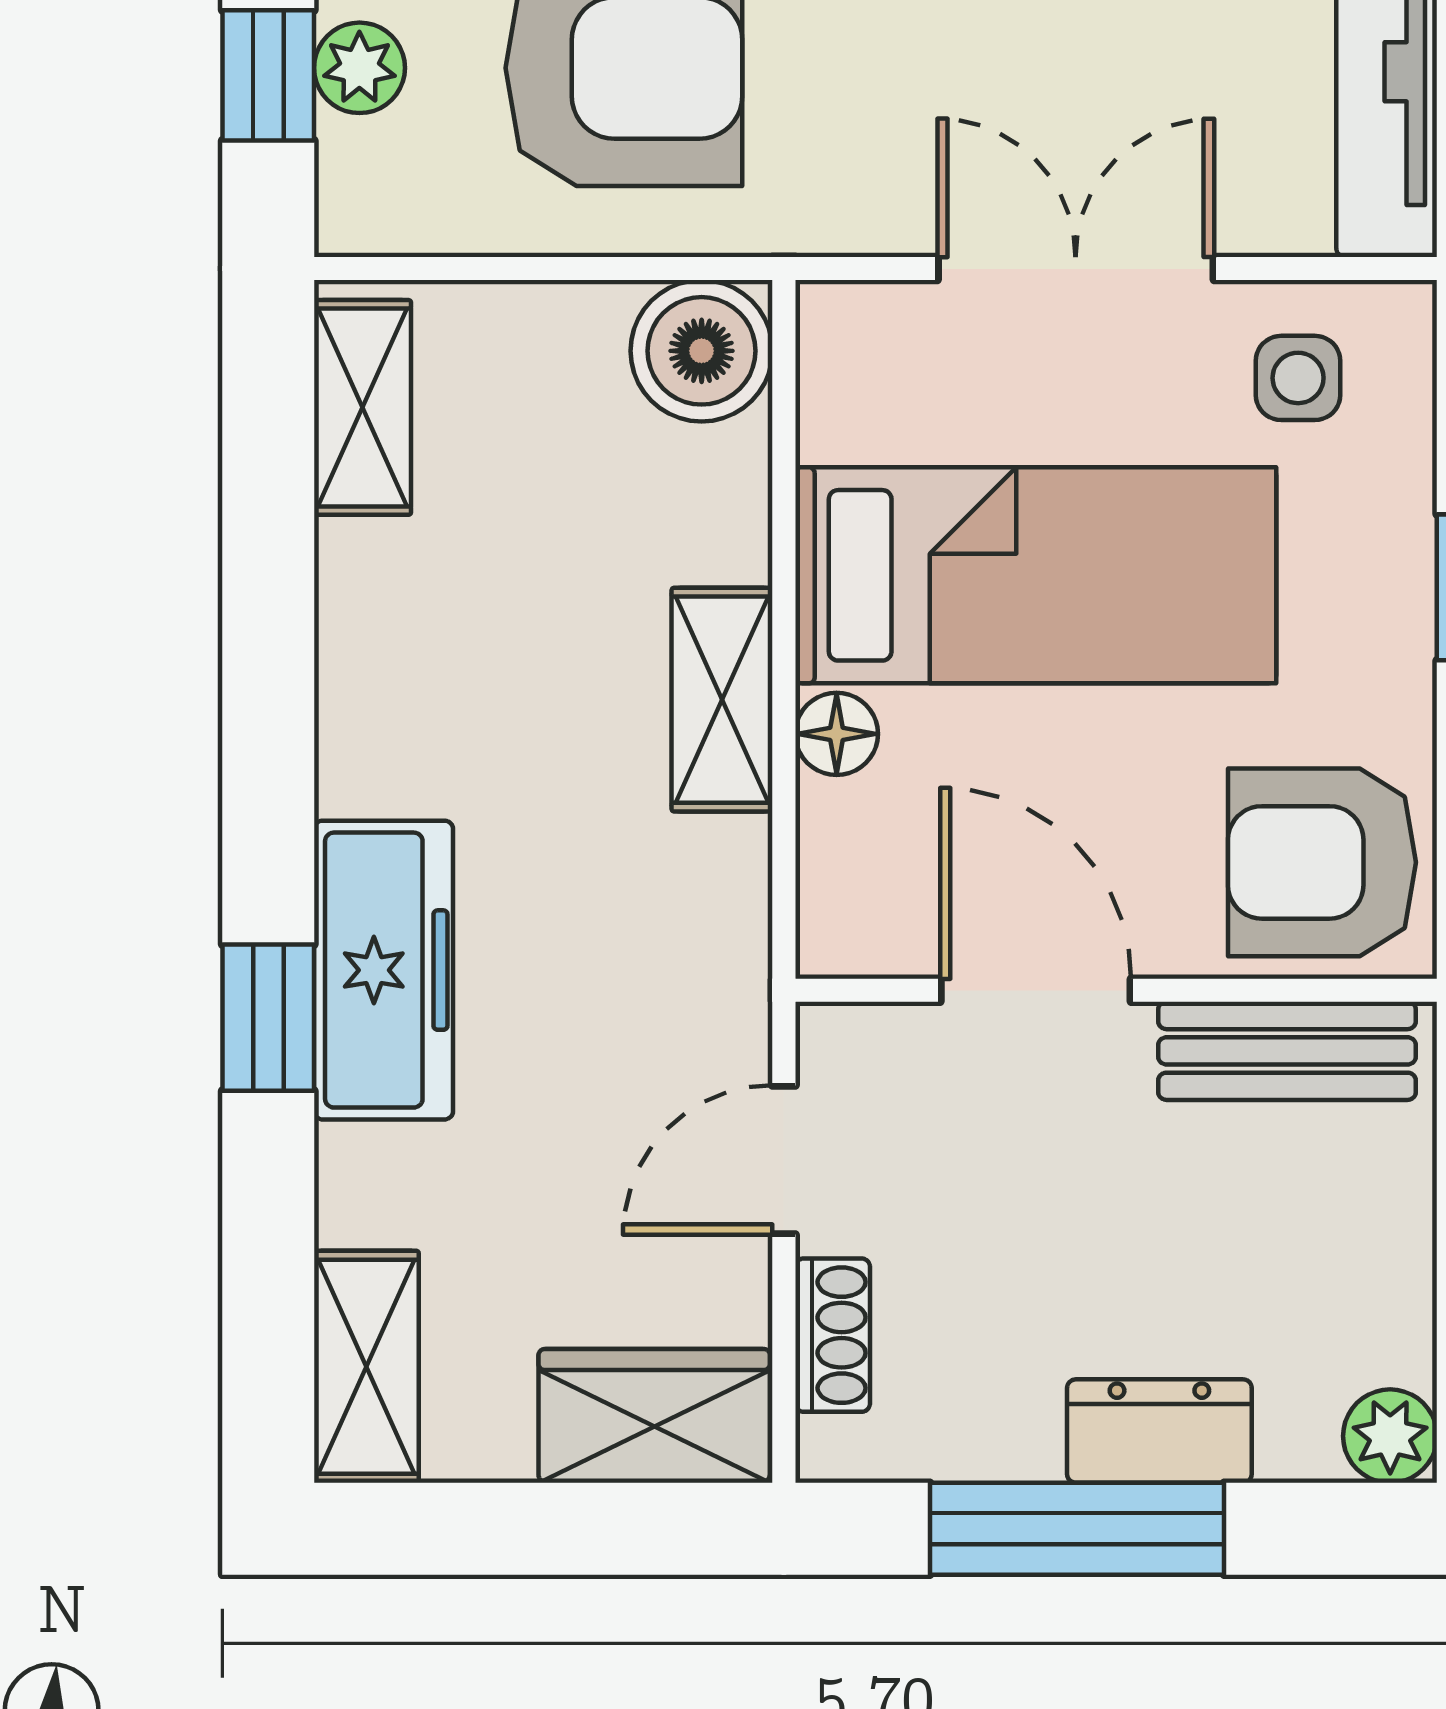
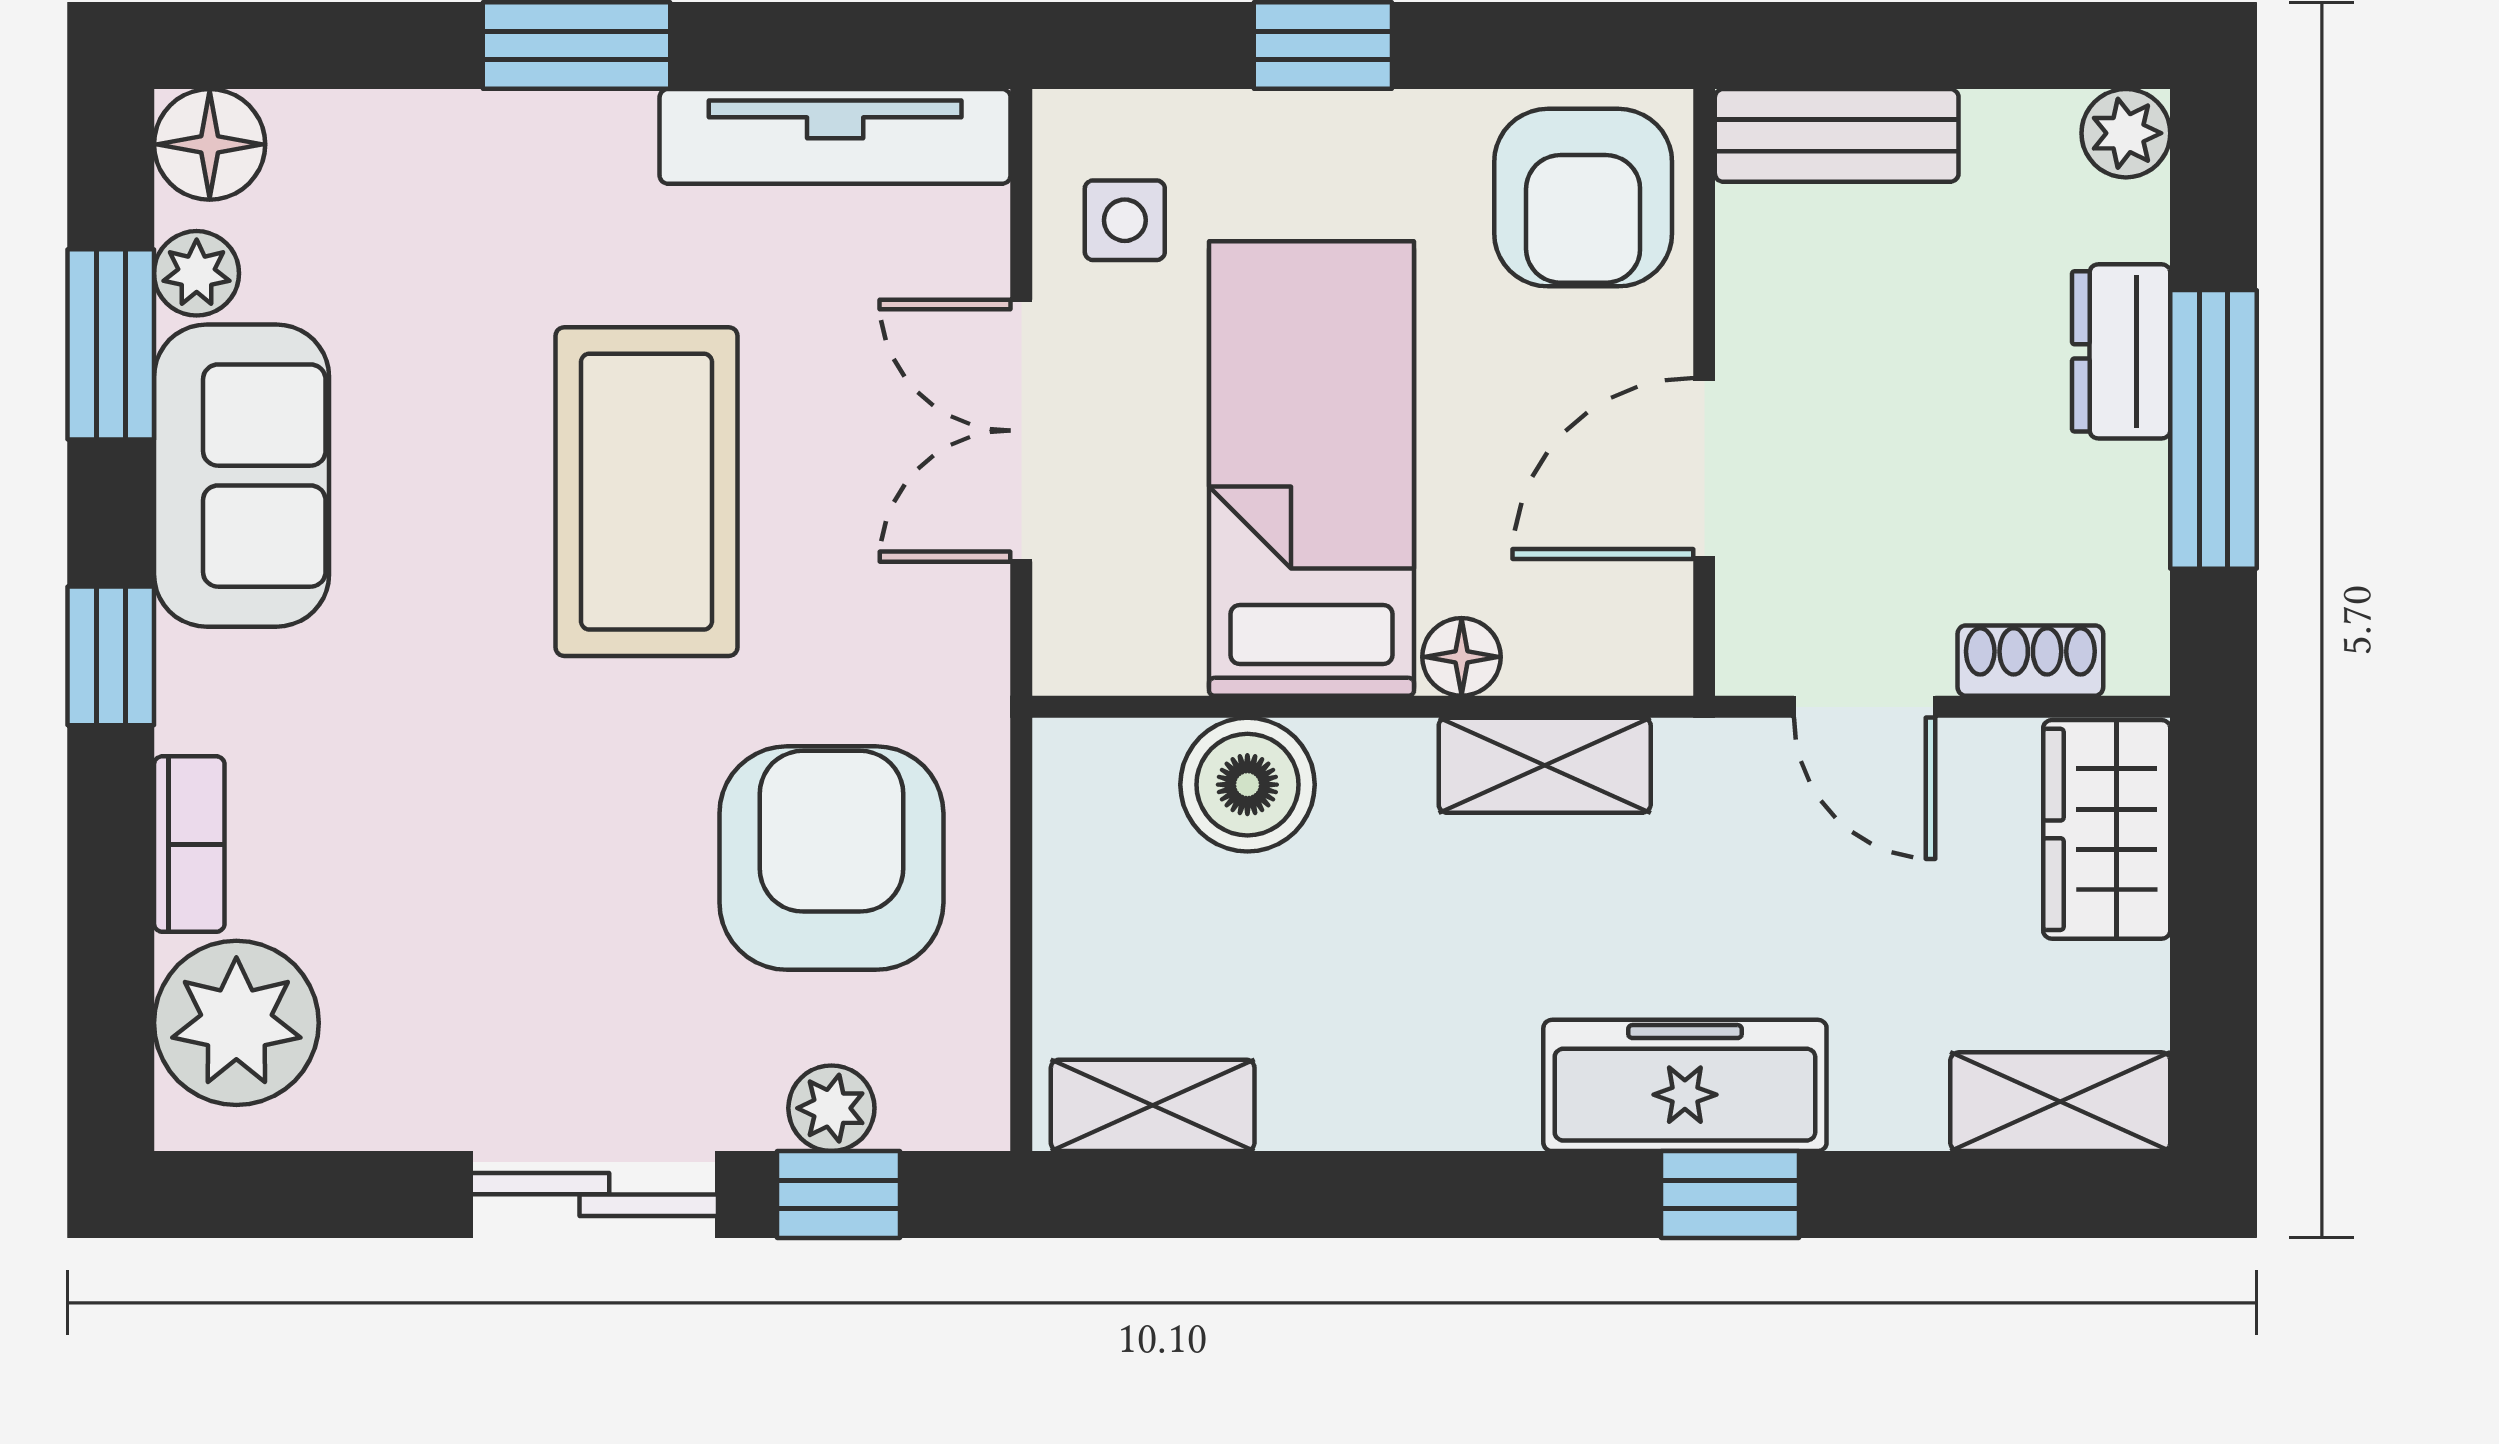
boiler: (702, 351) -> (1247, 785), moved
shelving: (722, 700) -> (1545, 765), moved
bench: (1287, 1051) -> (1837, 135), moved, turned 90

